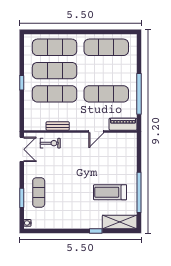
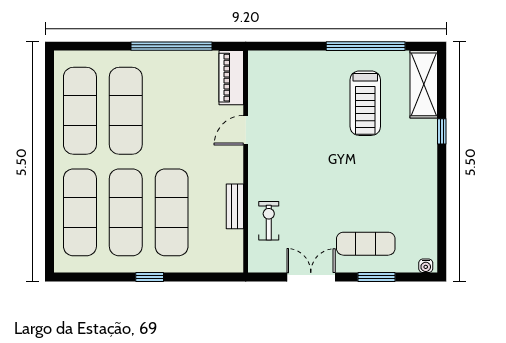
exercise mat: (106, 94) -> (126, 111), moved
door: (96, 131) -> (246, 130), swing flipped
double door: (22, 149) -> (311, 277), moved

